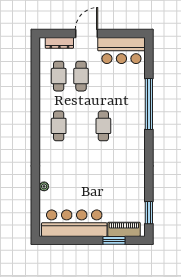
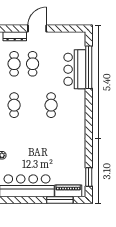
bar counter: (121, 50) -> (75, 69), moved, turned 90
window: (149, 104) -> (89, 67), moved
window: (114, 240) -> (60, 200), width x1.44

